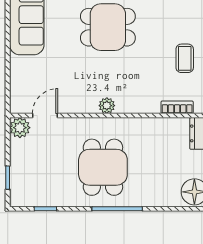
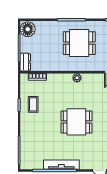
dining table: (103, 167) -> (79, 43), turned 90

